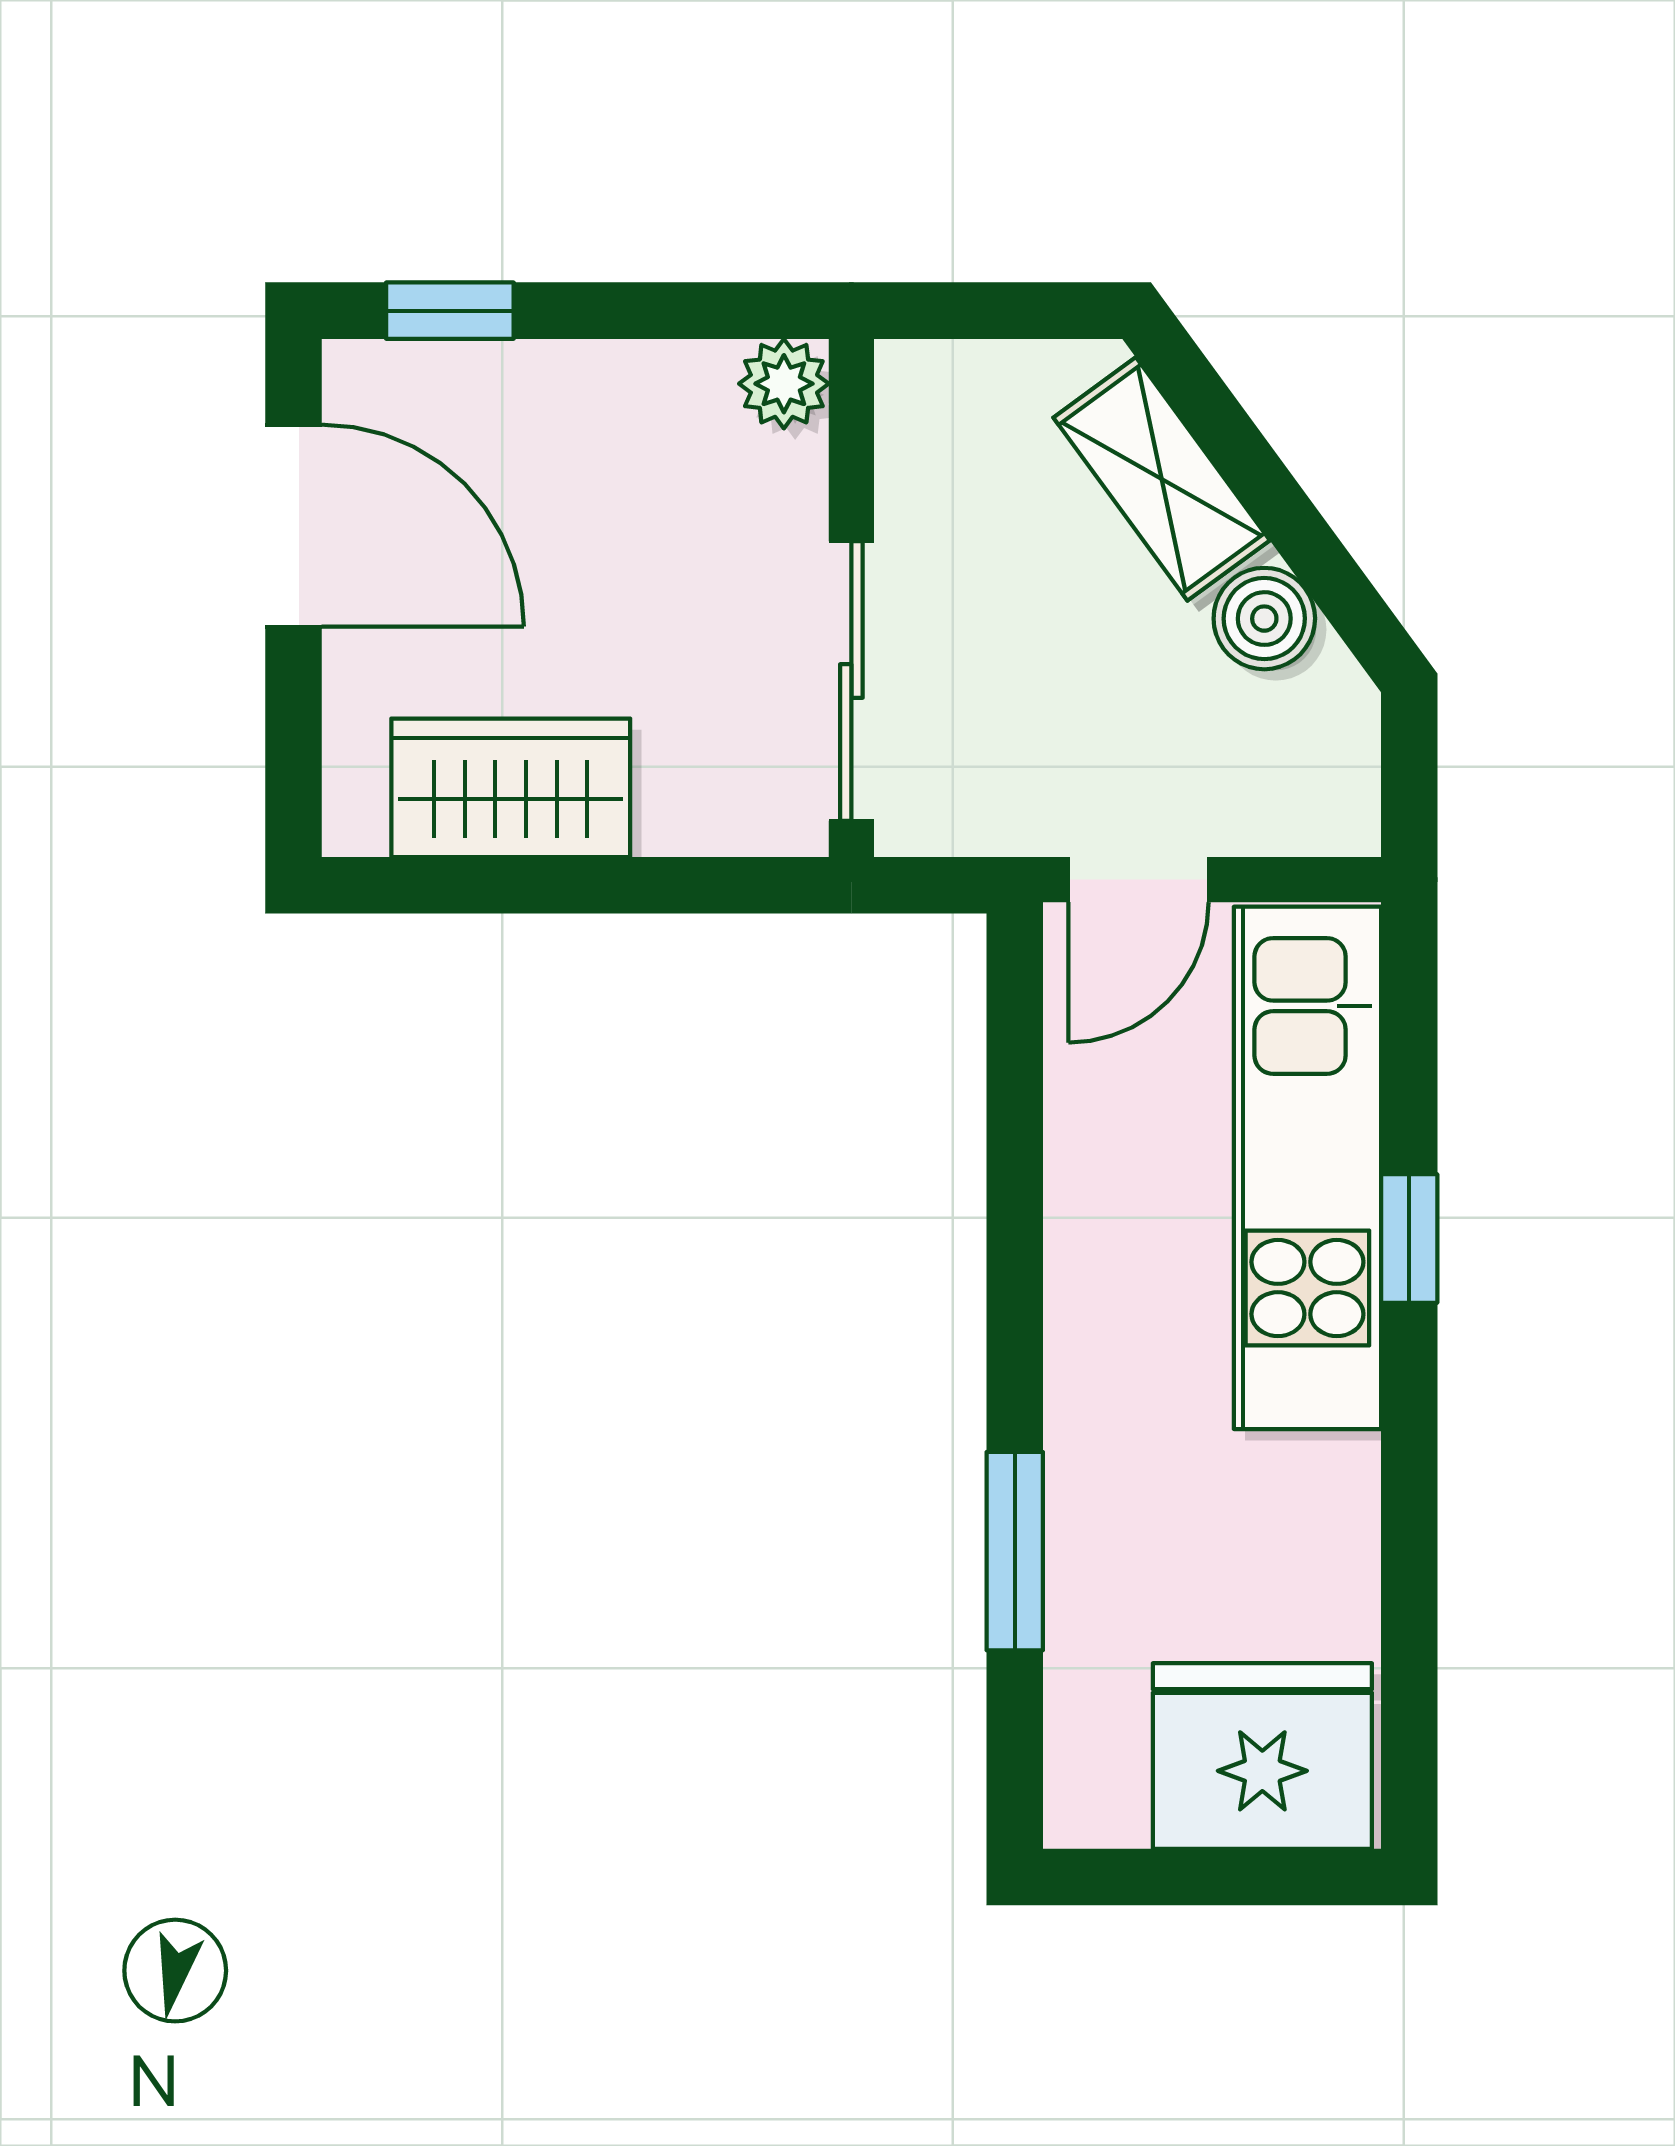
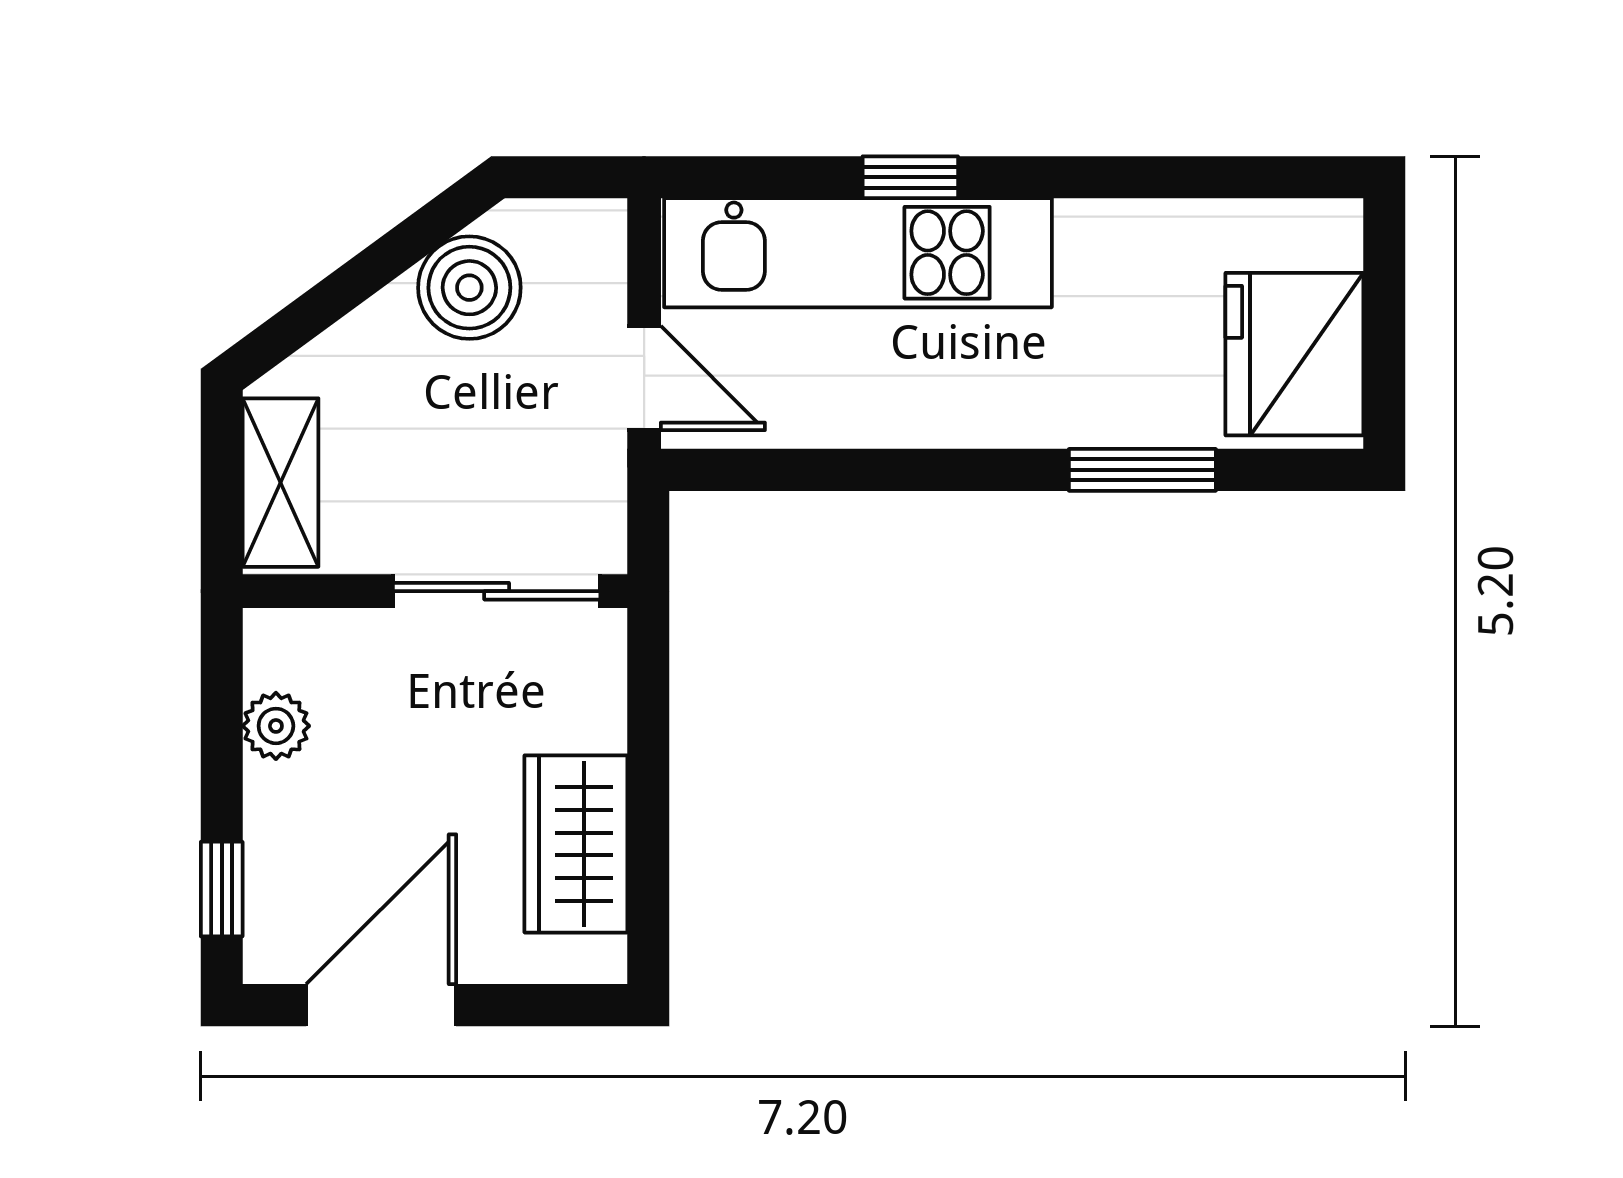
plant: (784, 384) -> (276, 726), moved
shelving: (1162, 479) -> (281, 483), moved, turned -54
boiler: (1264, 619) -> (469, 288), width x1.36, depth x1.36
fridge: (1262, 1756) -> (1294, 354), moved

